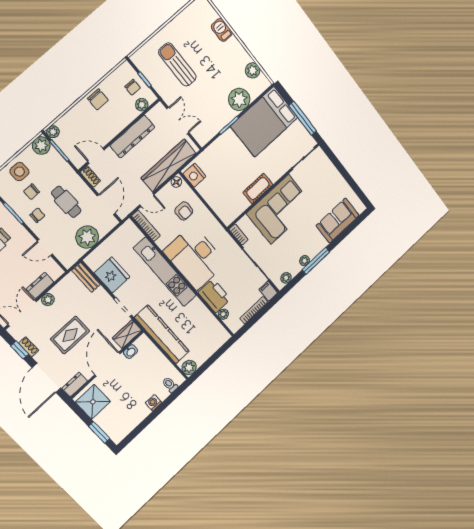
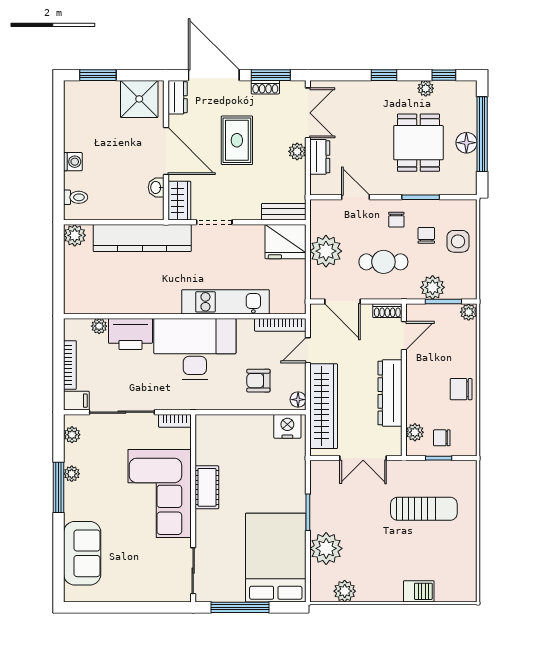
plant: (41, 146) -> (433, 287), moved
door: (45, 248) -> (356, 197), hinge flipped
kitchen unit: (165, 272) -> (225, 302), width x0.73
fridge: (112, 275) -> (285, 242), moved
window: (20, 350) -> (271, 75), width x1.50

